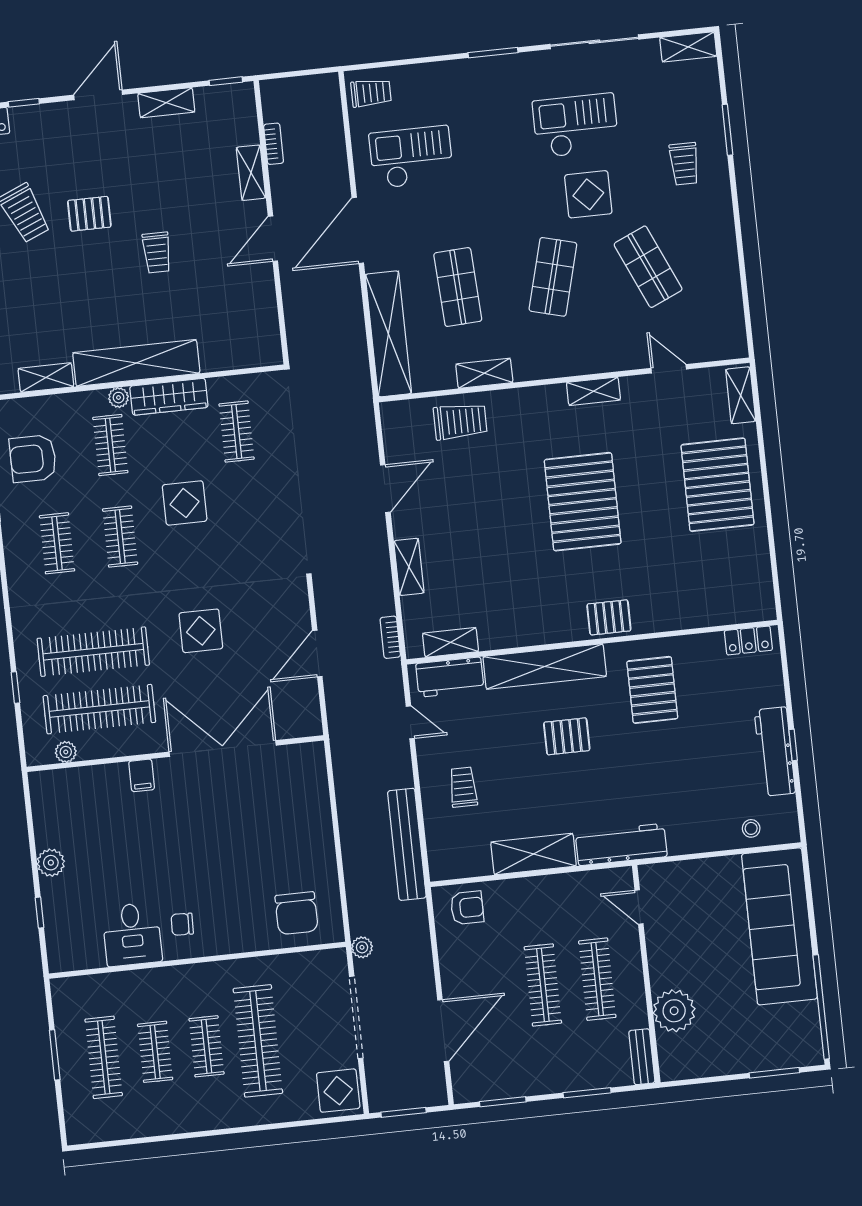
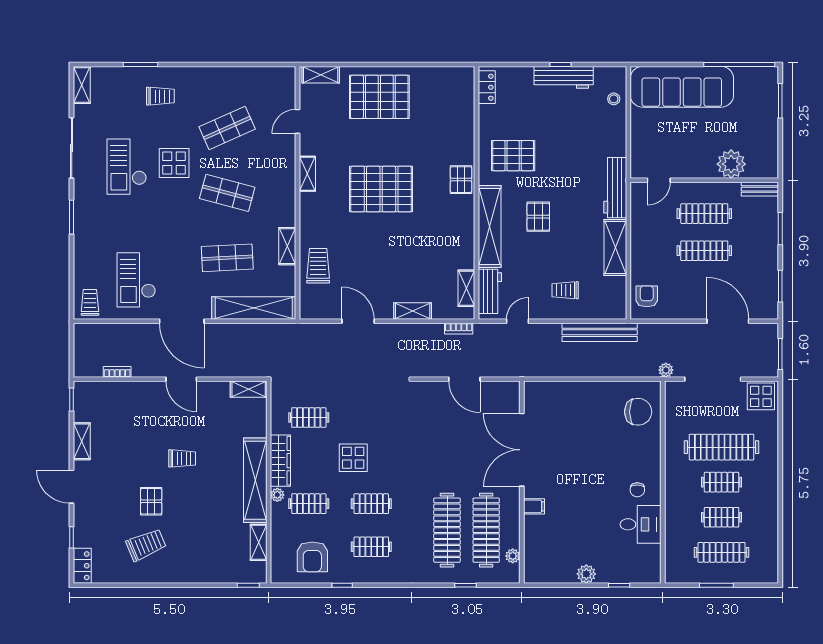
shelving: (251, 173) -> (249, 389), moved
display table: (201, 631) -> (441, 456), removed

